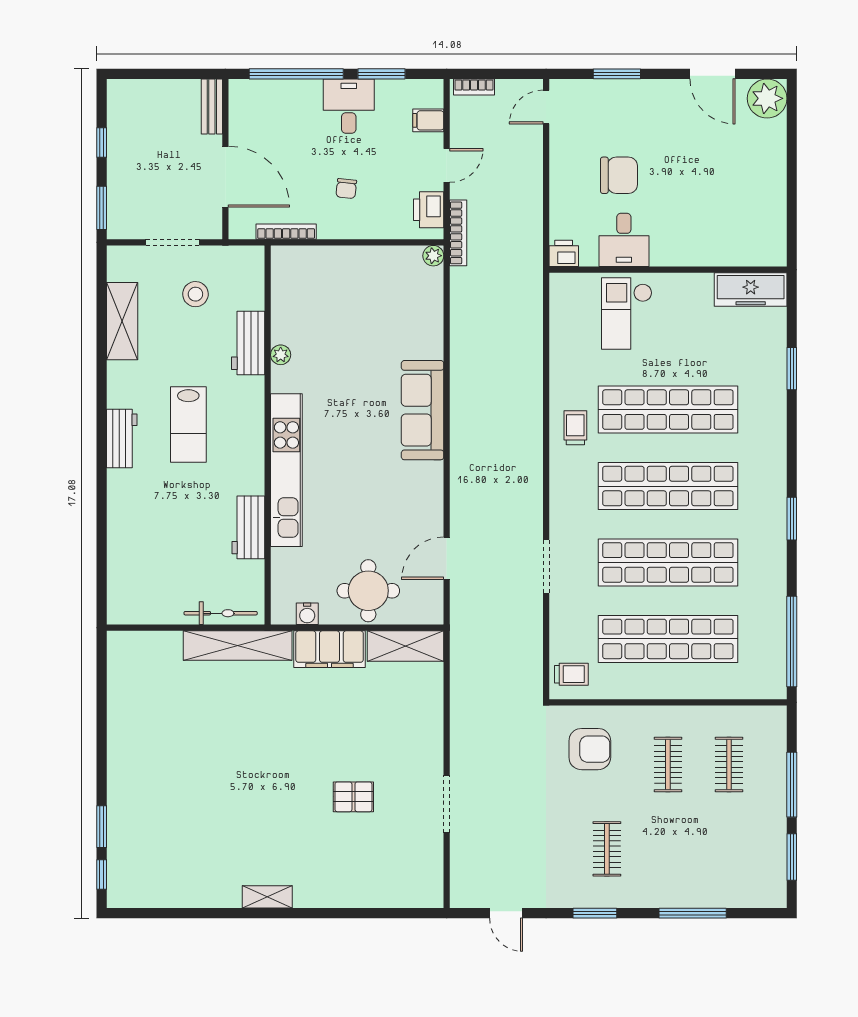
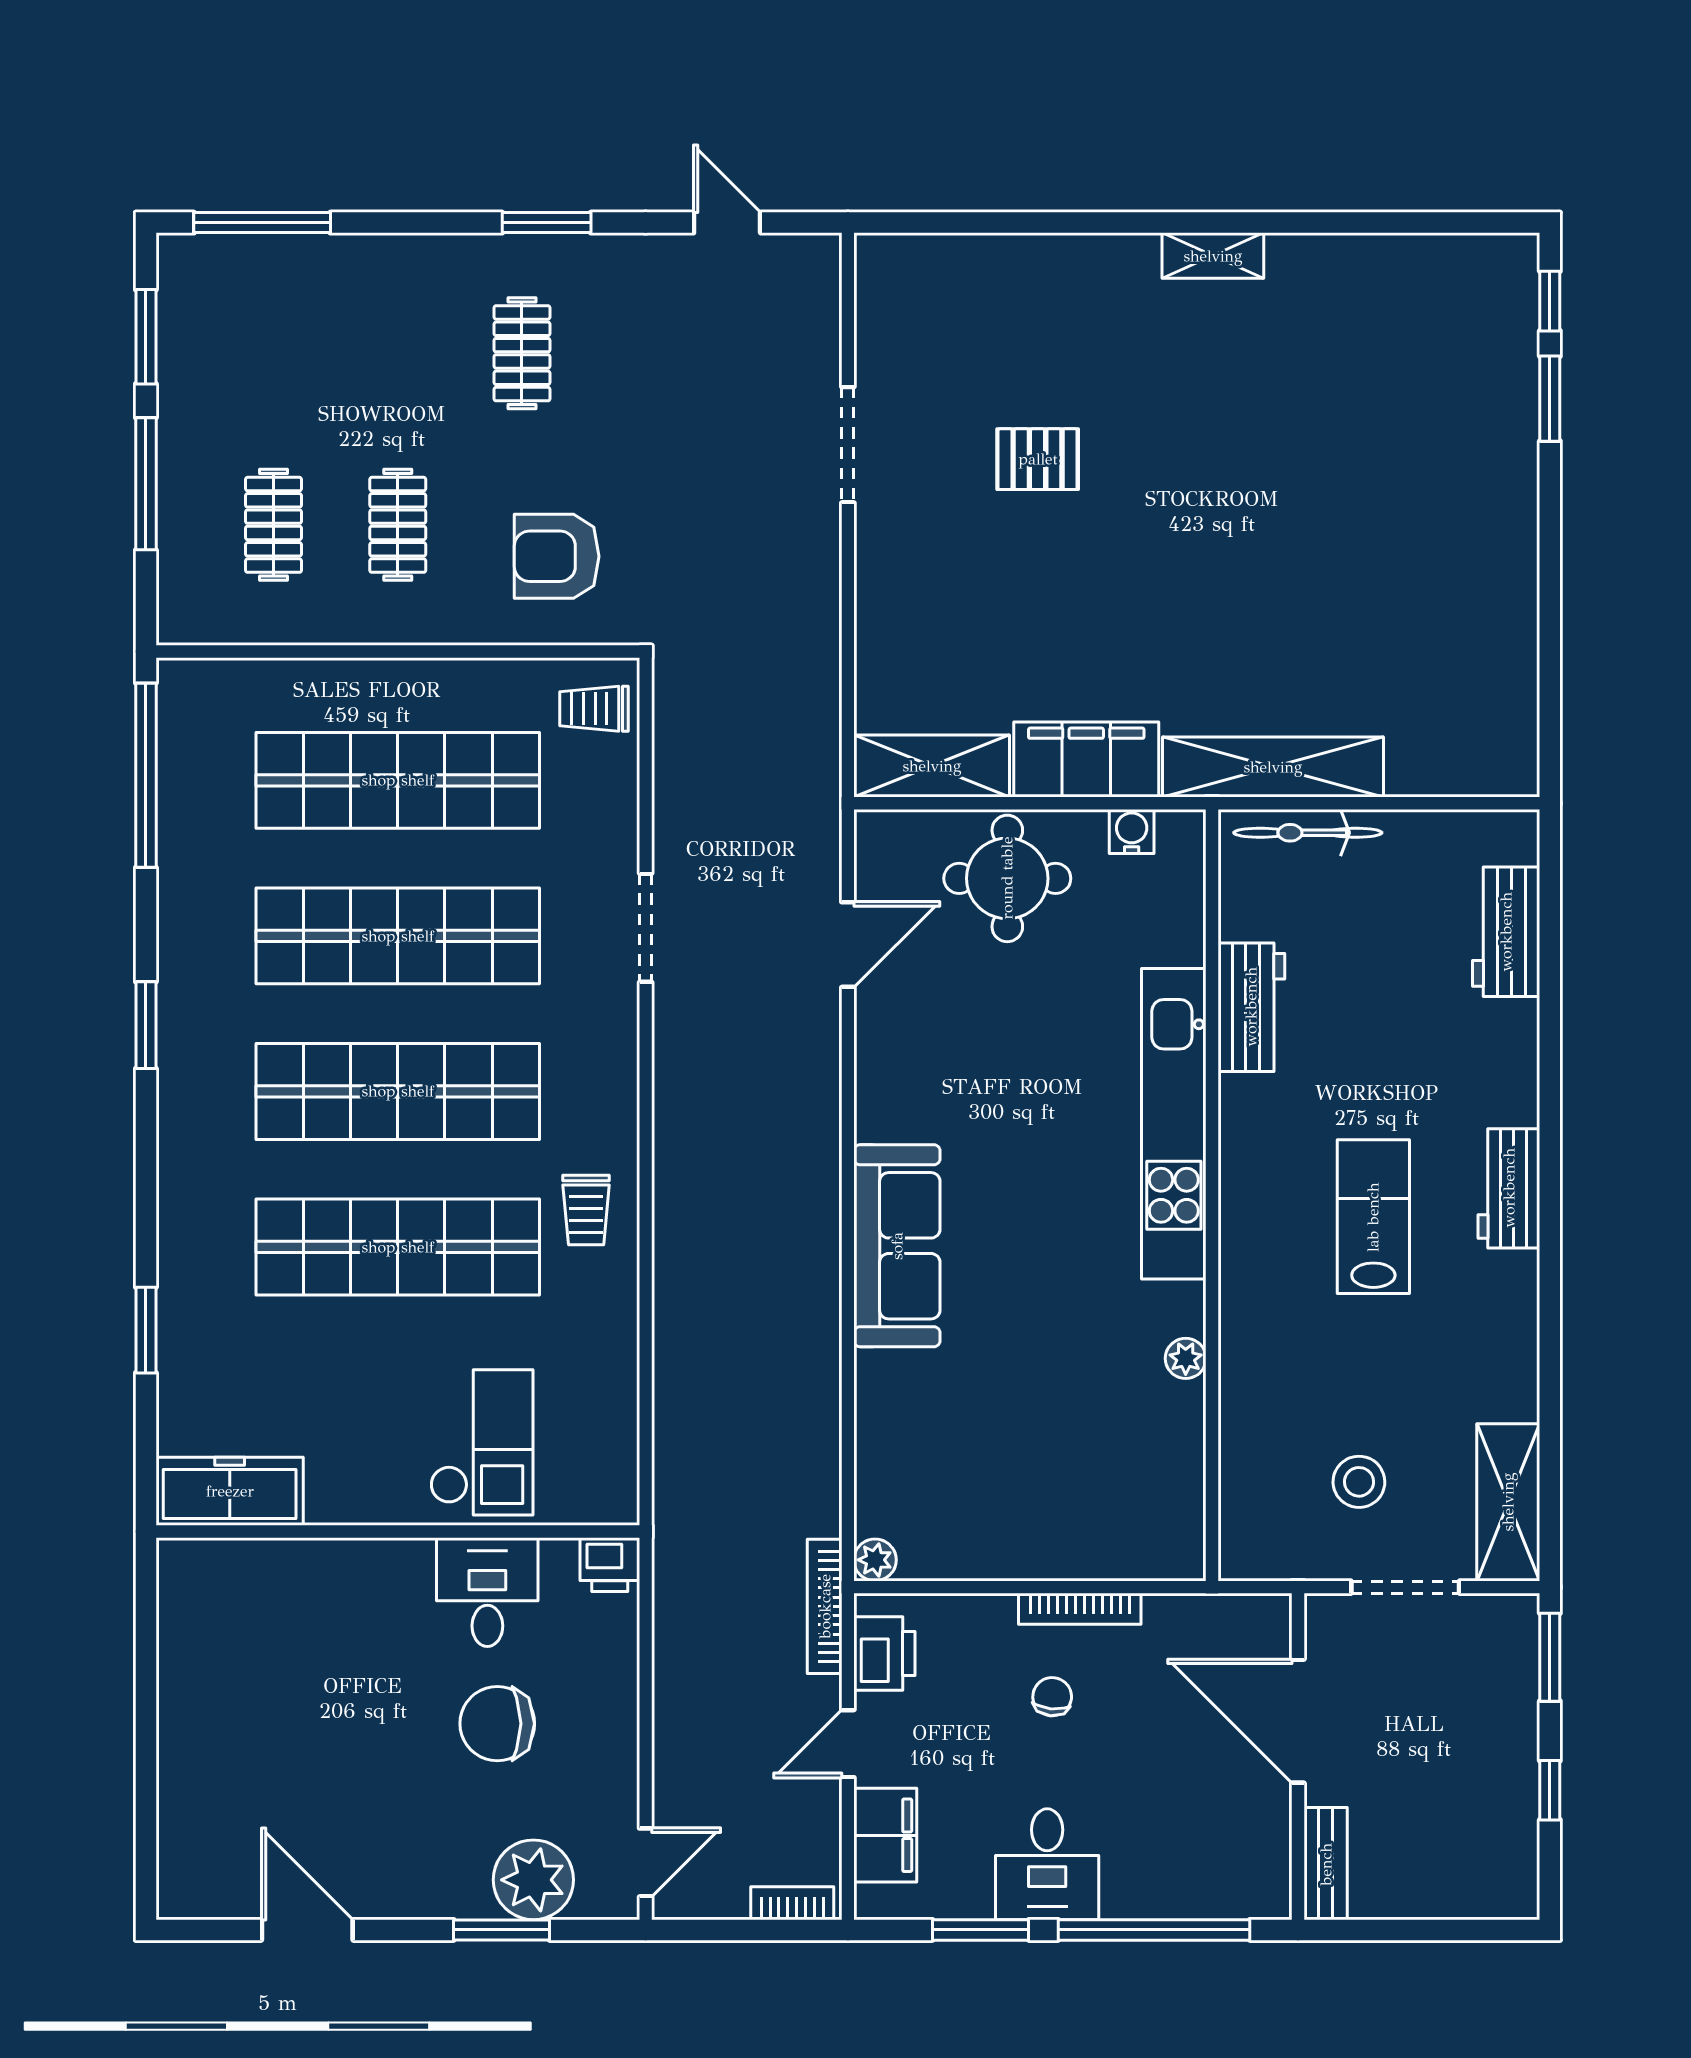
plant: (767, 98) -> (533, 1880), moved
filing cabinet: (428, 120) -> (885, 1835), width x2.00
bookcase: (286, 232) -> (1080, 1609), moved
shelving: (122, 321) -> (1508, 1502), moved
workbench: (248, 343) -> (1506, 932), moved, turned 180
window: (693, 913) -> (262, 223), moved

